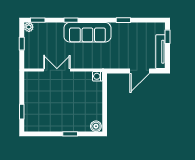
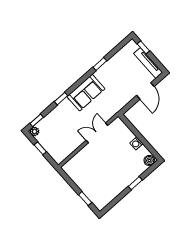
sofa: (87, 32) -> (86, 93), width x0.73
double door: (57, 70) -> (97, 133), moved
washing machine: (98, 76) -> (136, 143), moved

